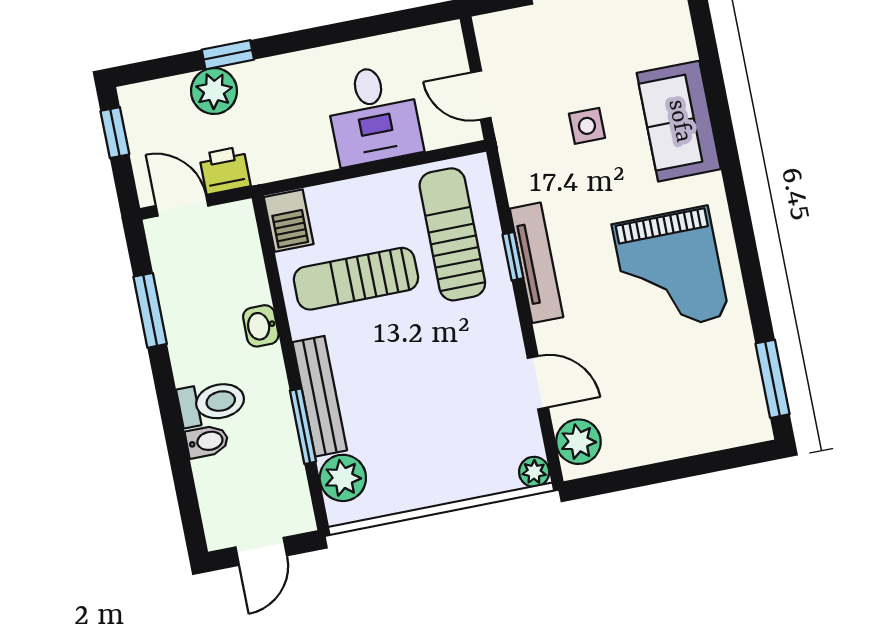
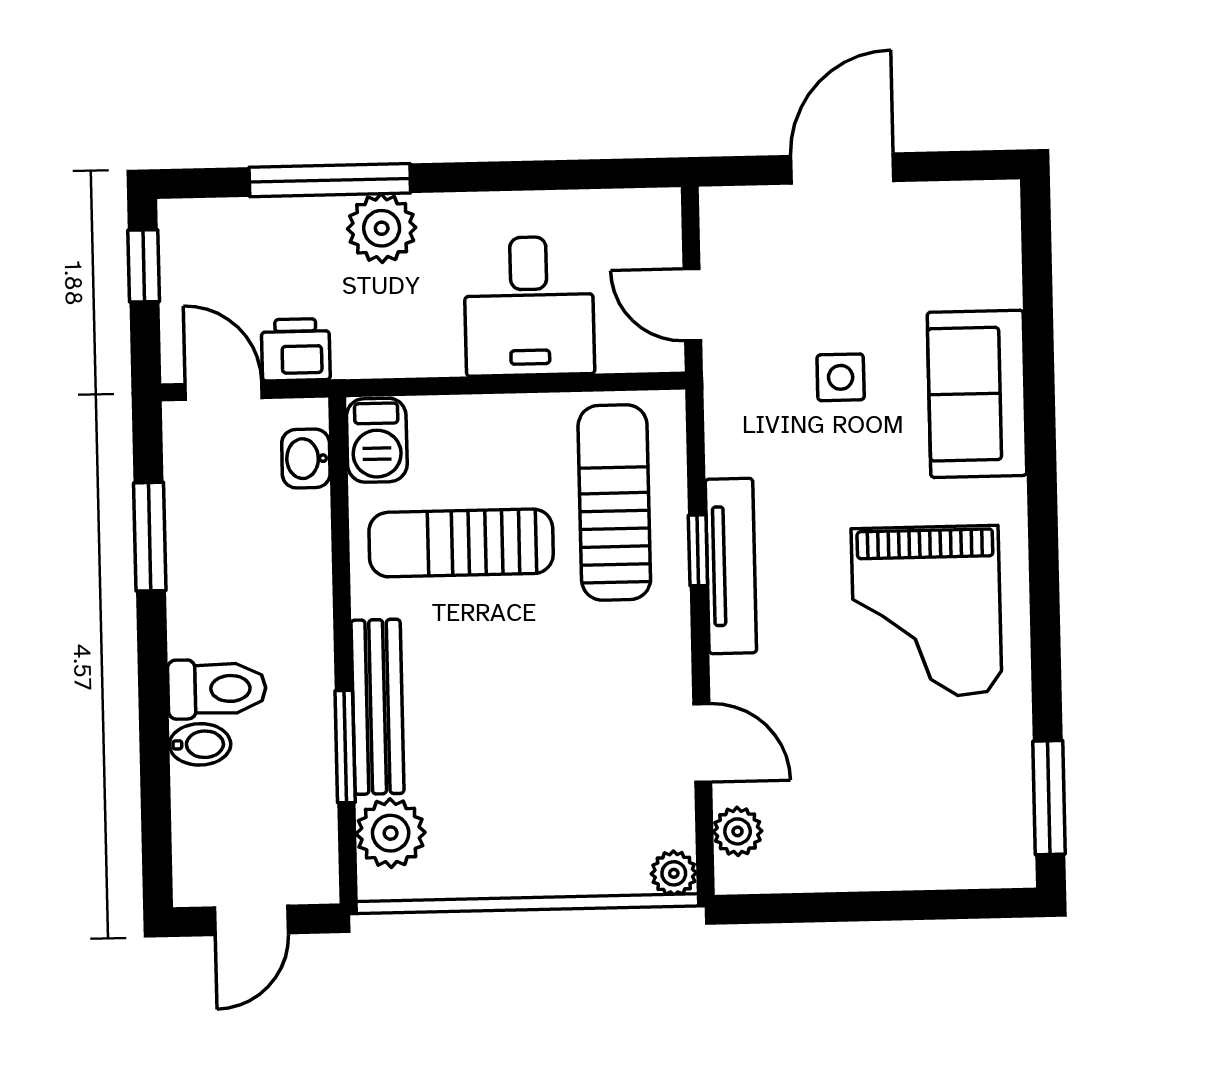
window: (228, 55) -> (330, 180), width x2.17
plant: (214, 91) -> (382, 228), moved
washbasin: (261, 326) -> (306, 459), moved
plant: (578, 442) -> (738, 831), width x0.73, depth x0.73

